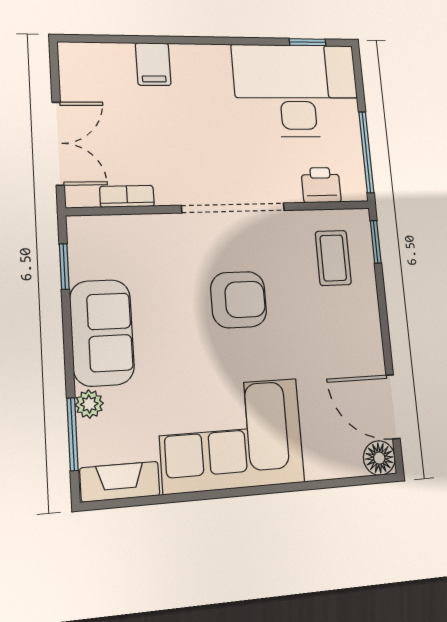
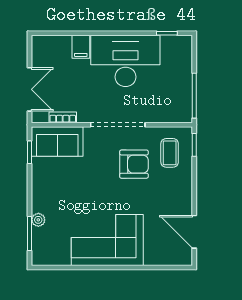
desk: (297, 90) -> (125, 61), moved
printer: (321, 185) -> (167, 113), removed
armchair: (239, 300) -> (134, 164), moved
sofa: (102, 333) -> (57, 141), moved, turned 90
floor lamp: (379, 458) -> (184, 257), removed
fireplace: (120, 482) -> (51, 258), removed

